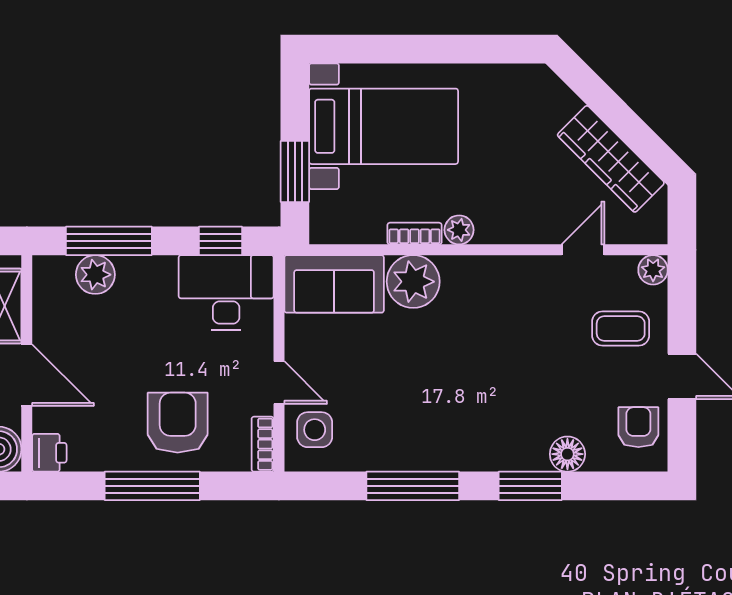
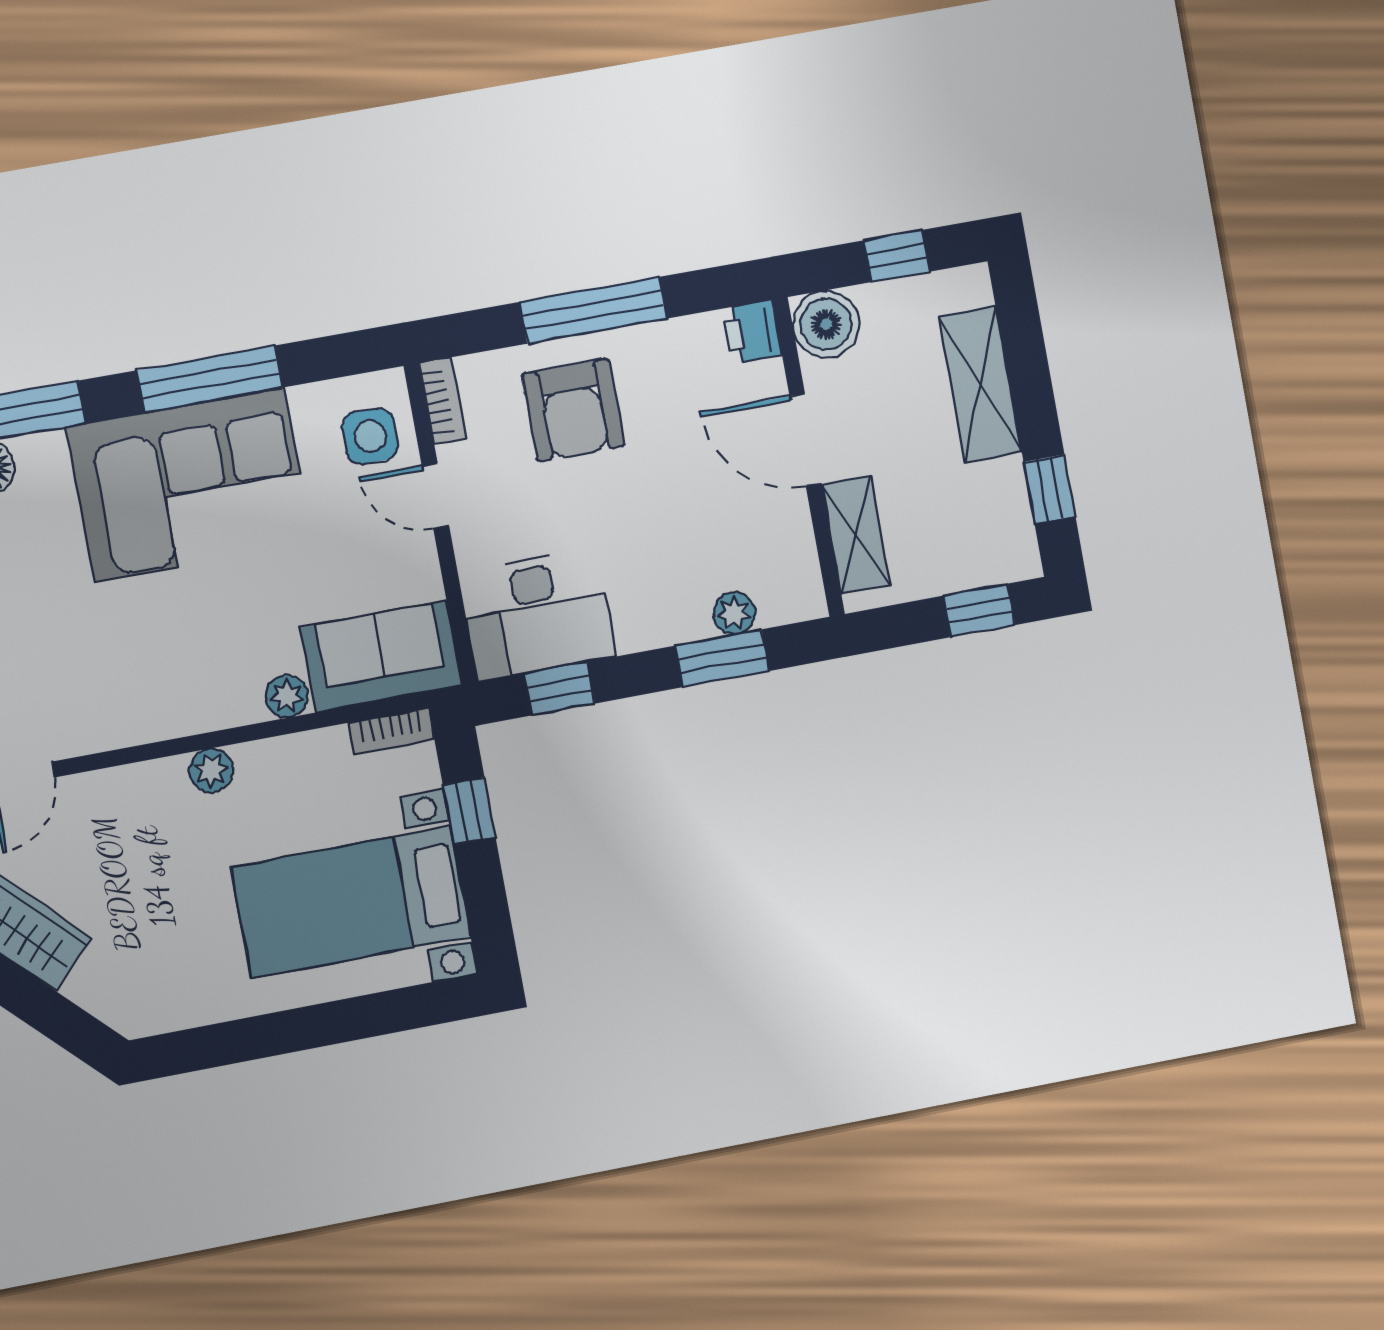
window: (295, 171) -> (469, 811), width x0.67
bookcase: (415, 234) -> (392, 731), moved
window: (109, 241) -> (722, 658), width x0.69
plant: (95, 275) -> (734, 613), width x0.73, depth x0.73
plant: (413, 282) -> (287, 696), width x0.53, depth x0.53
corner sofa: (439, 419) -> (190, 485), added

